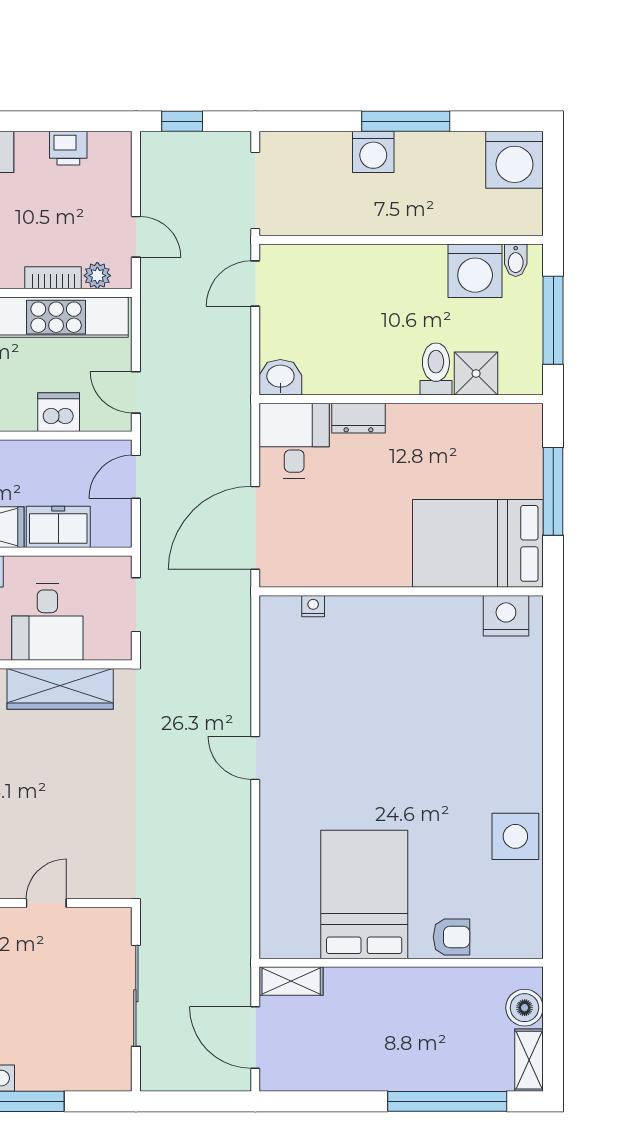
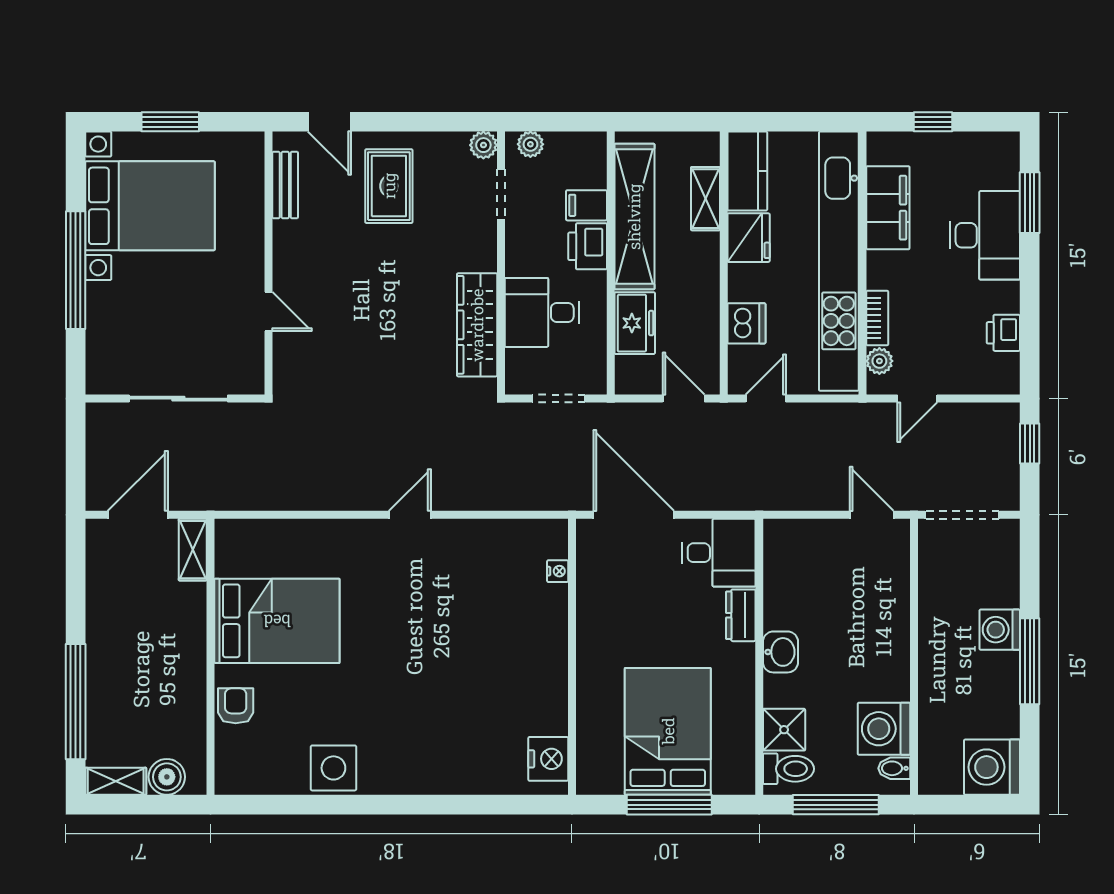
toilet: (436, 369) -> (788, 769), moved
washbasin: (280, 377) -> (780, 652), moved
bed: (478, 543) -> (668, 731), moved
armchair: (452, 937) -> (236, 706), turned 180

